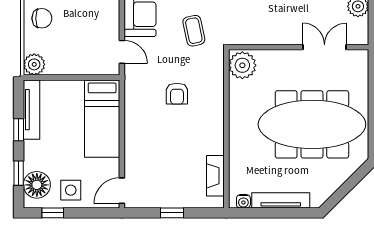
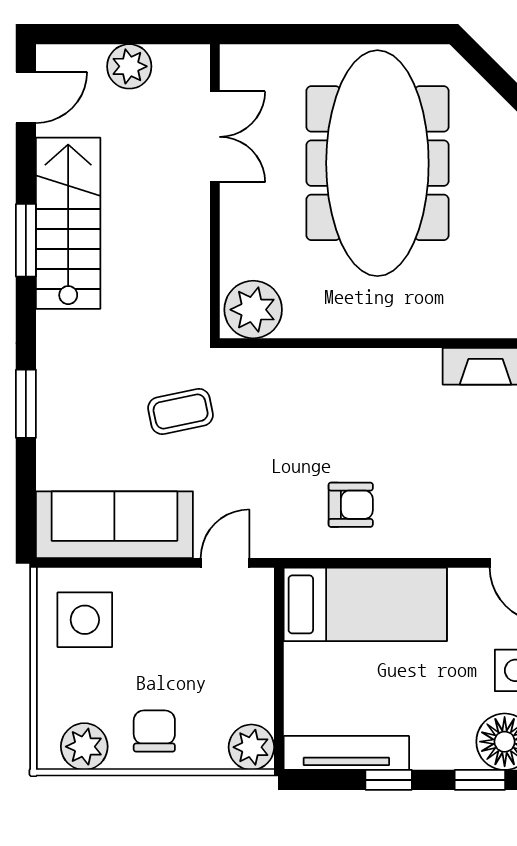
double door: (325, 47) -> (215, 137), swing flipped
armchair: (177, 94) -> (351, 505), moved

